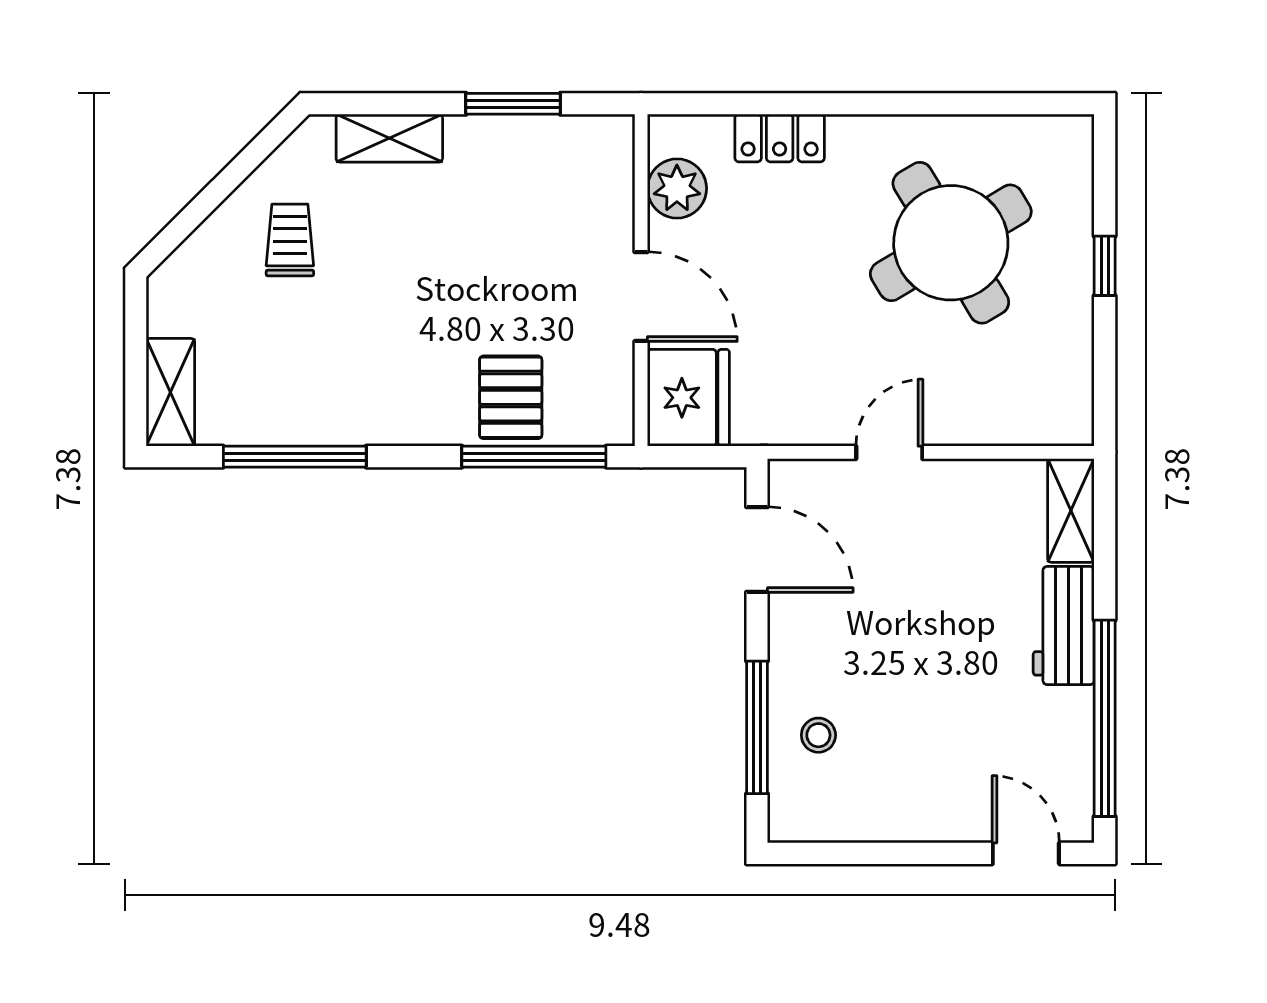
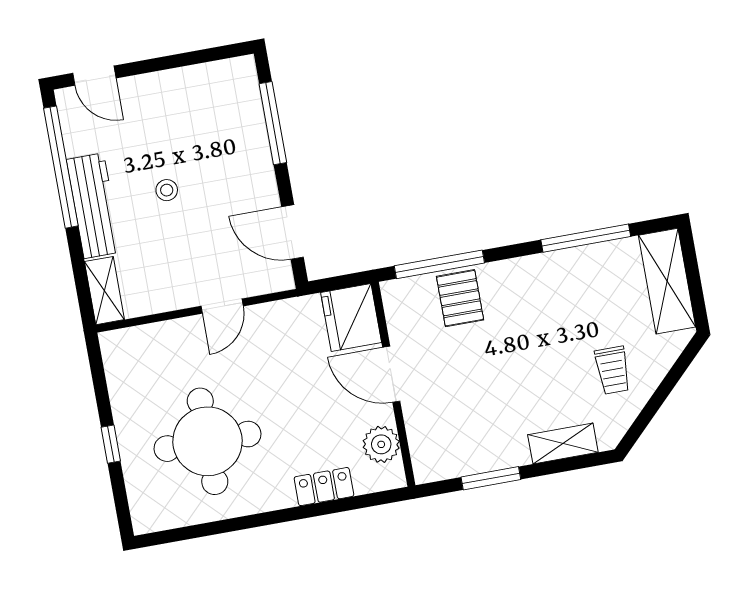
round table: (951, 243) -> (208, 441), turned 31
shelving: (170, 392) -> (667, 281), width x1.50, depth x1.33
workbench: (1064, 626) -> (94, 206), width x1.37
stool: (818, 735) -> (167, 190), moved

